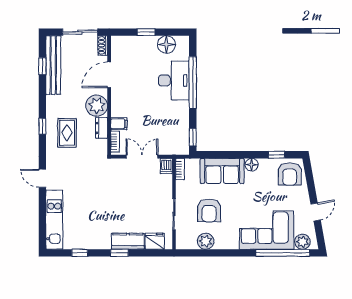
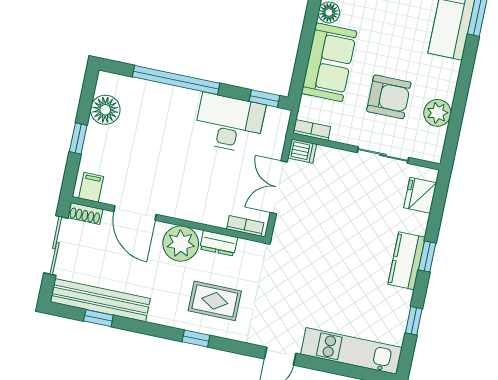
desk: (174, 81) -> (229, 123), moved
filing cabinet: (119, 124) -> (91, 187), moved
kitchen counter: (128, 241) -> (407, 261), moved

